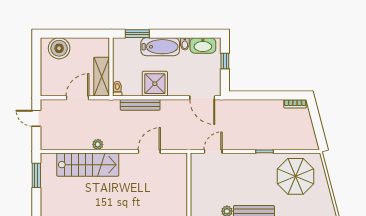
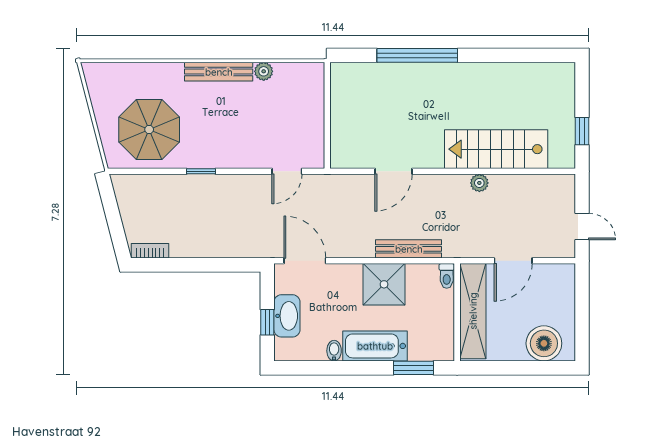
washbasin: (203, 45) -> (287, 316), moved, turned 90
shelving: (102, 77) -> (473, 311), width x1.47
window: (36, 175) -> (582, 131), width x0.67

